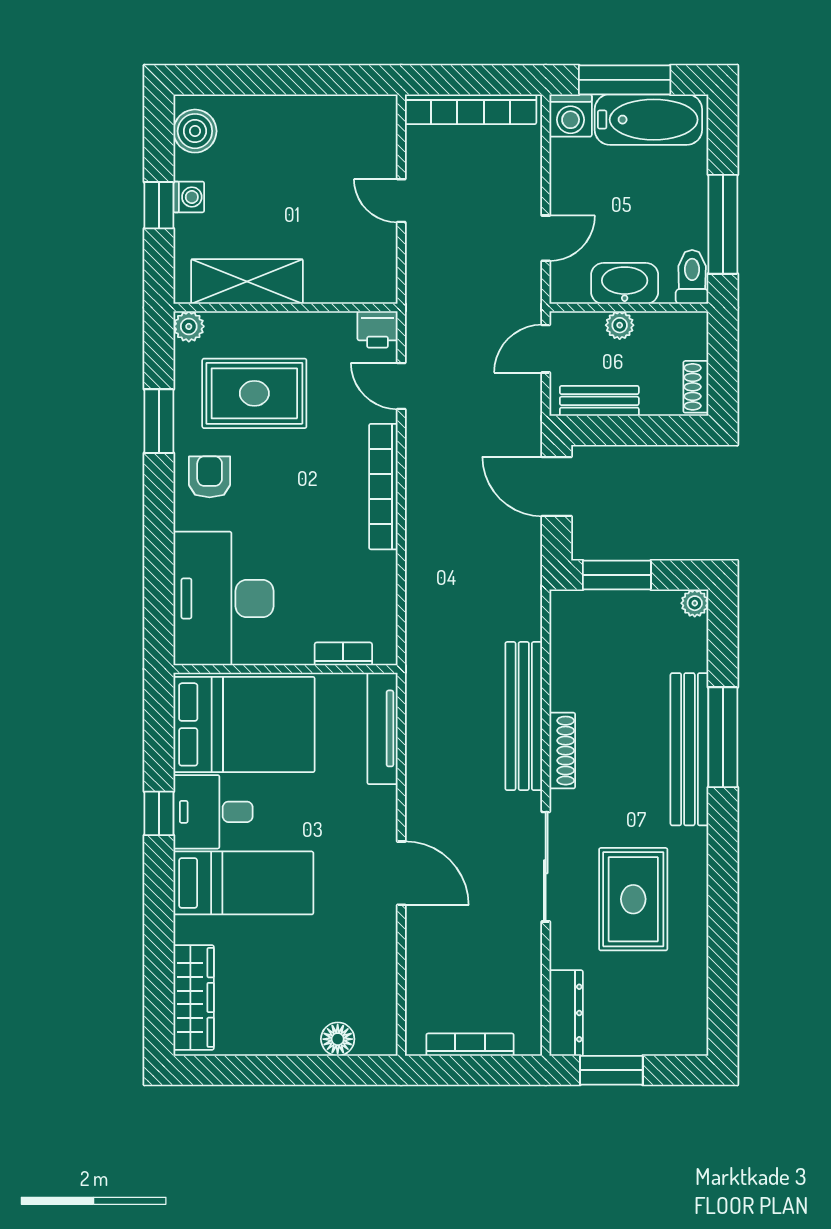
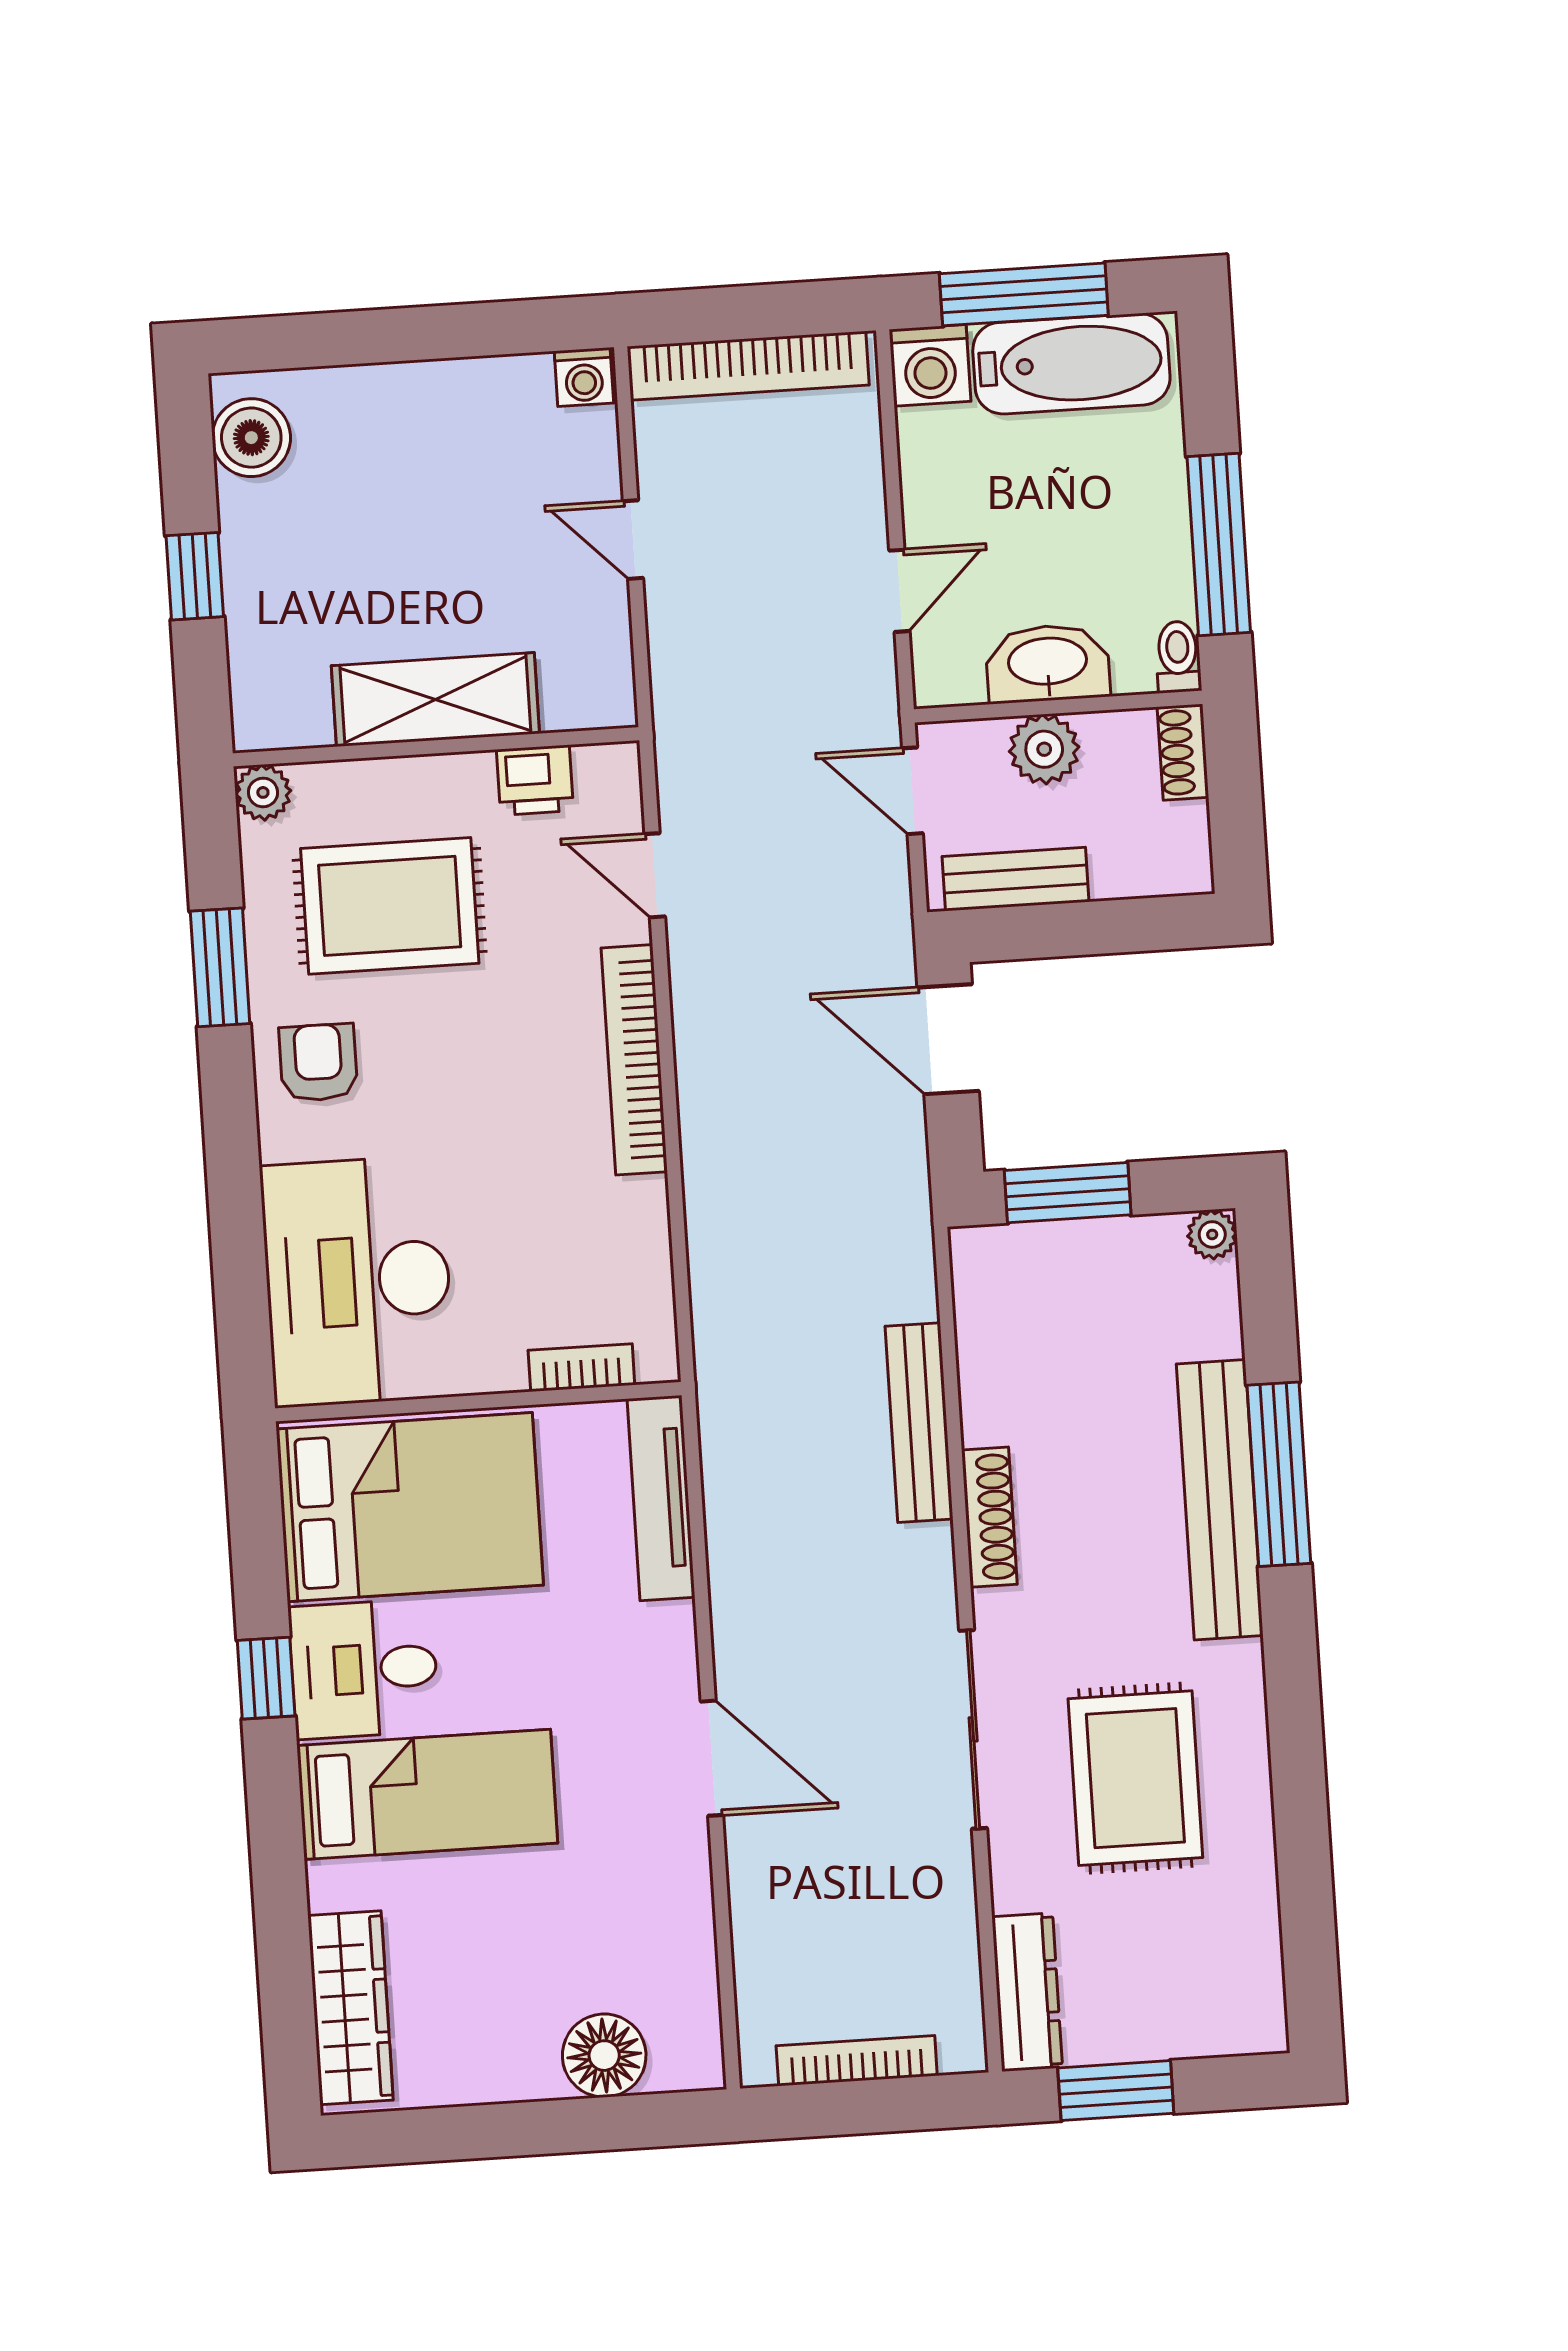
washing machine: (189, 197) -> (584, 377), moved, turned 90
toilet: (692, 277) -> (1178, 657), width x0.73, depth x0.72
shelving: (247, 282) -> (435, 700), moved
plant: (620, 325) -> (1044, 749), width x1.38, depth x1.38
printer: (377, 329) -> (535, 780), moved
door: (546, 349) -> (912, 791), hinge flipped
shoe rack: (696, 387) -> (1183, 752), moved
bench: (524, 716) -> (919, 1423), width x0.73, depth x0.82
floor lamp: (338, 1039) -> (604, 2056), width x1.38, depth x1.38

